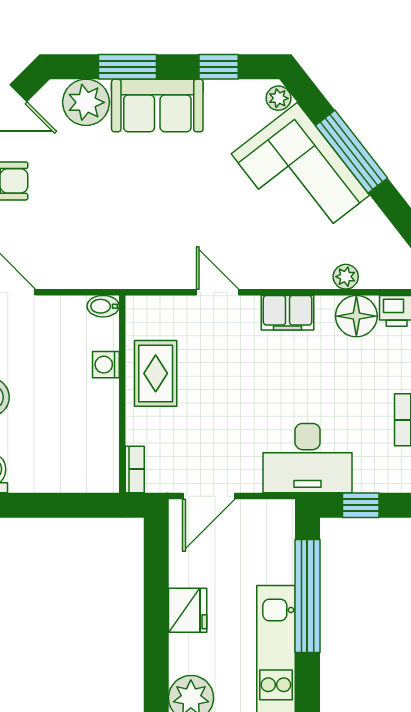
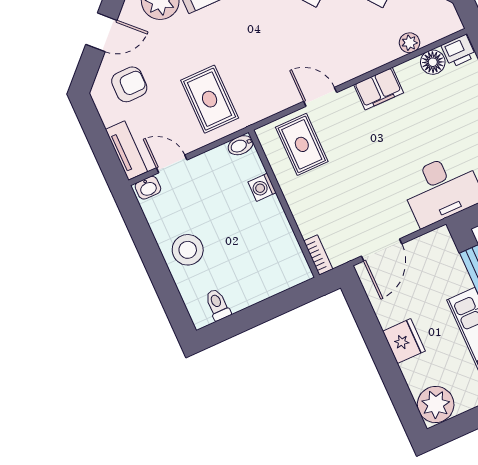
rug: (92, 238) -> (210, 99), added
floor lamp: (356, 316) -> (433, 62), width x0.73, depth x0.73
rug: (156, 373) -> (302, 144), moved

